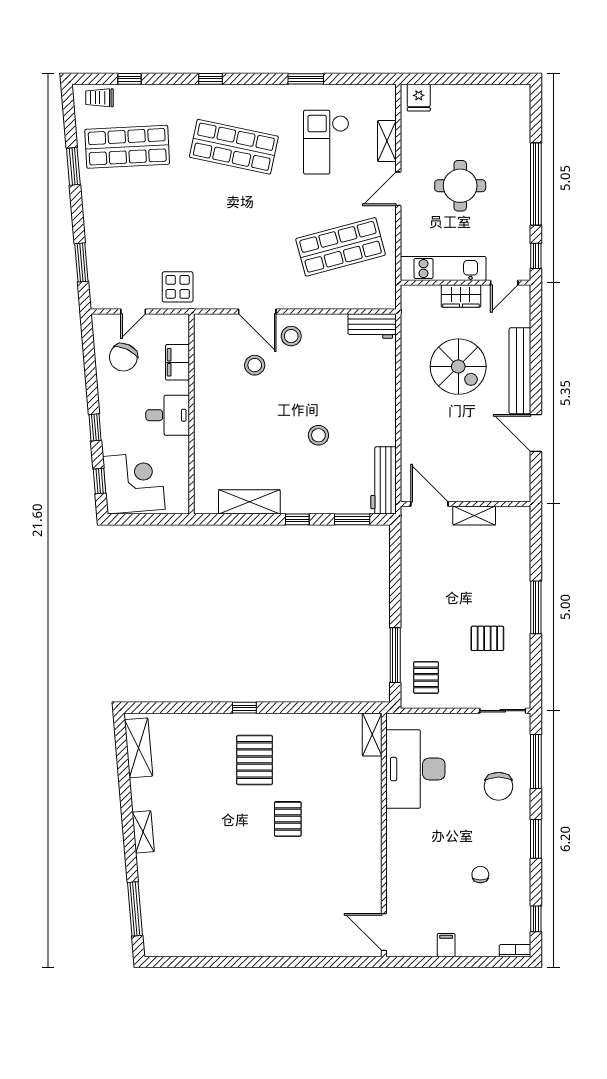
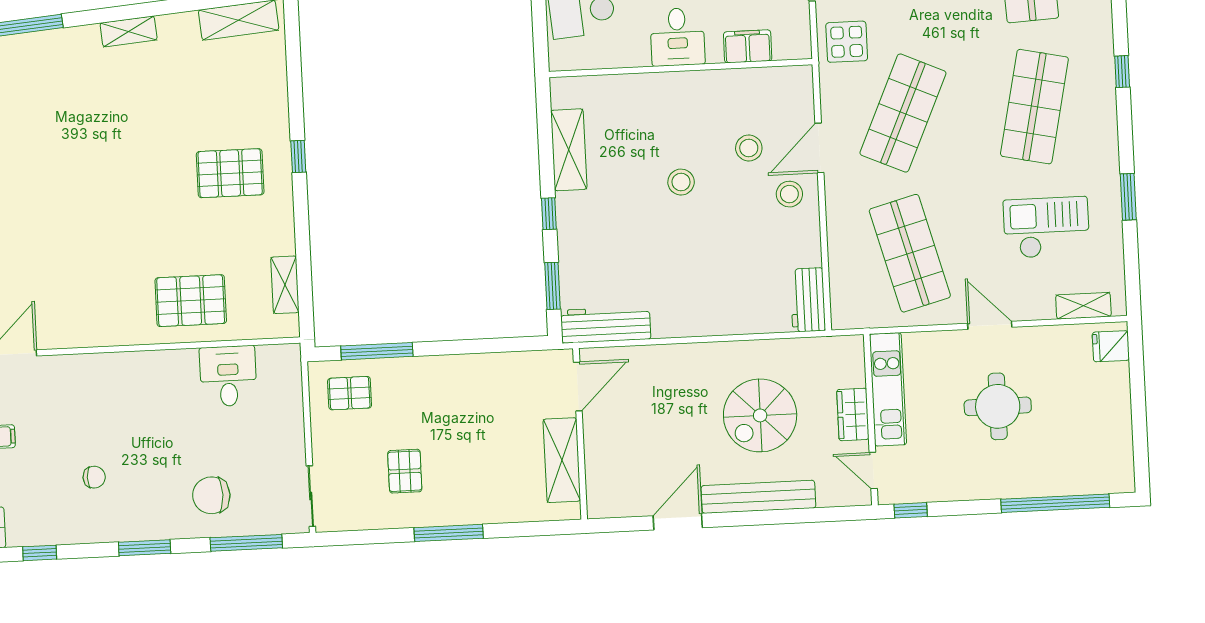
shelving: (387, 141) -> (1083, 306), moved
window: (536, 184) -> (1055, 503), moved
shop shelf: (234, 247) -> (903, 113), added
stool: (318, 435) -> (681, 182), moved
shelving: (474, 516) -> (562, 460), width x1.50, depth x1.33
shelving: (372, 734) -> (285, 285), moved, turned 90
desk: (415, 769) -> (228, 376), width x0.53, depth x0.77
pallet: (288, 819) -> (191, 301), moved, width x1.50, depth x1.42

